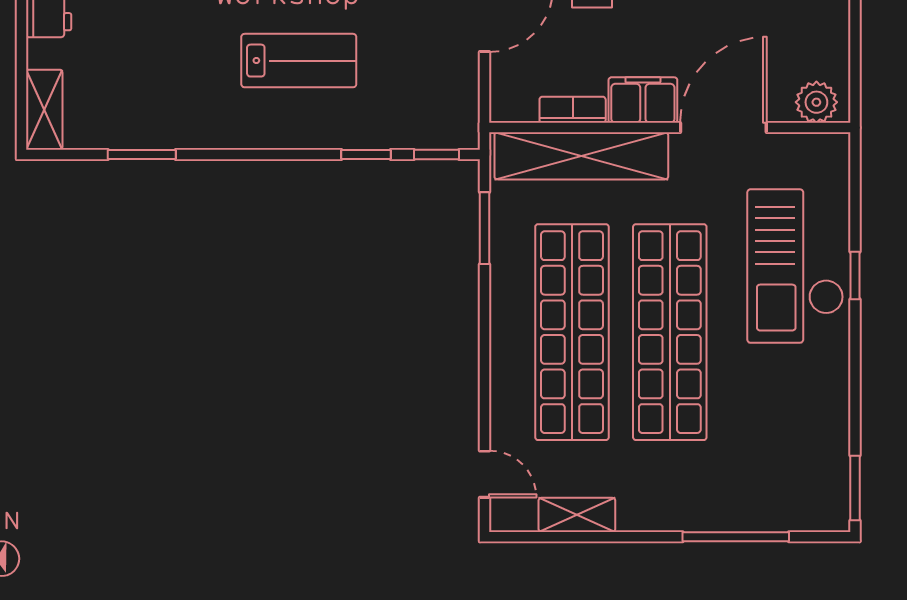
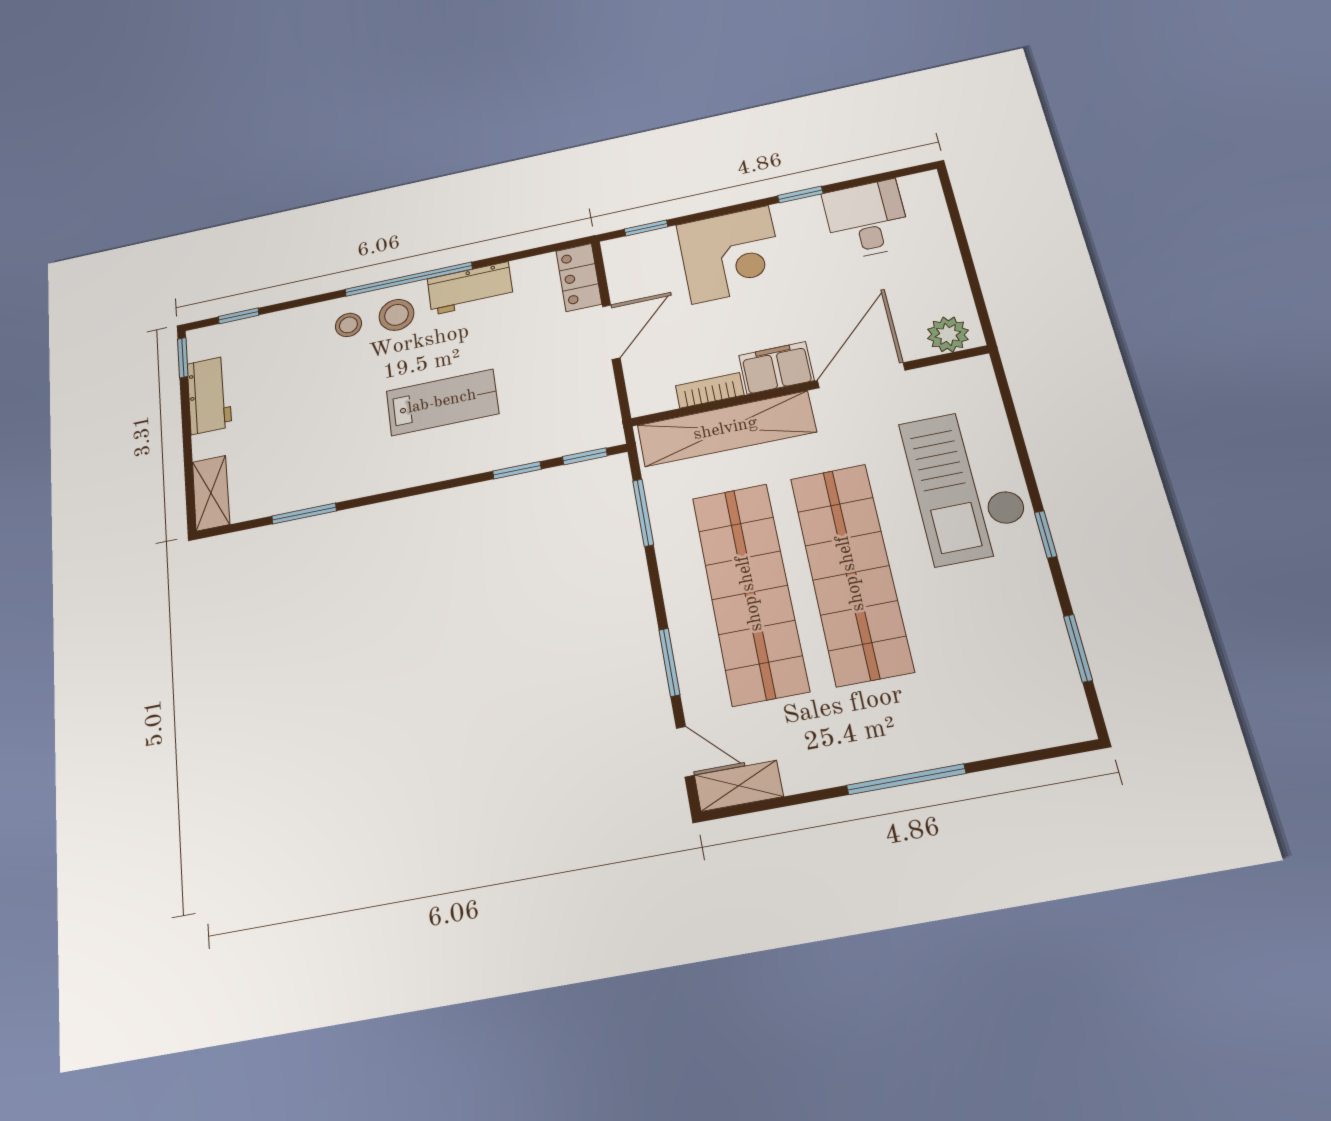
window: (855, 276) -> (1046, 534), moved
window: (485, 386) -> (669, 662), added
window: (855, 488) -> (1078, 648), moved
shelving: (577, 515) -> (739, 786), moved
window: (736, 537) -> (906, 779), moved

